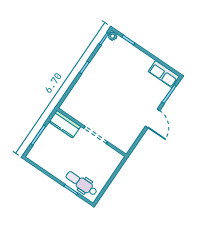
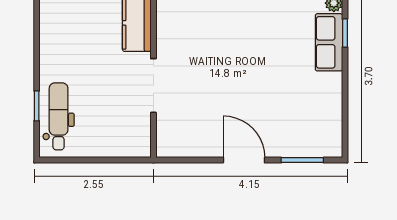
row of seats: (164, 74) -> (329, 42), moved
door: (153, 118) -> (244, 160), swing flipped

